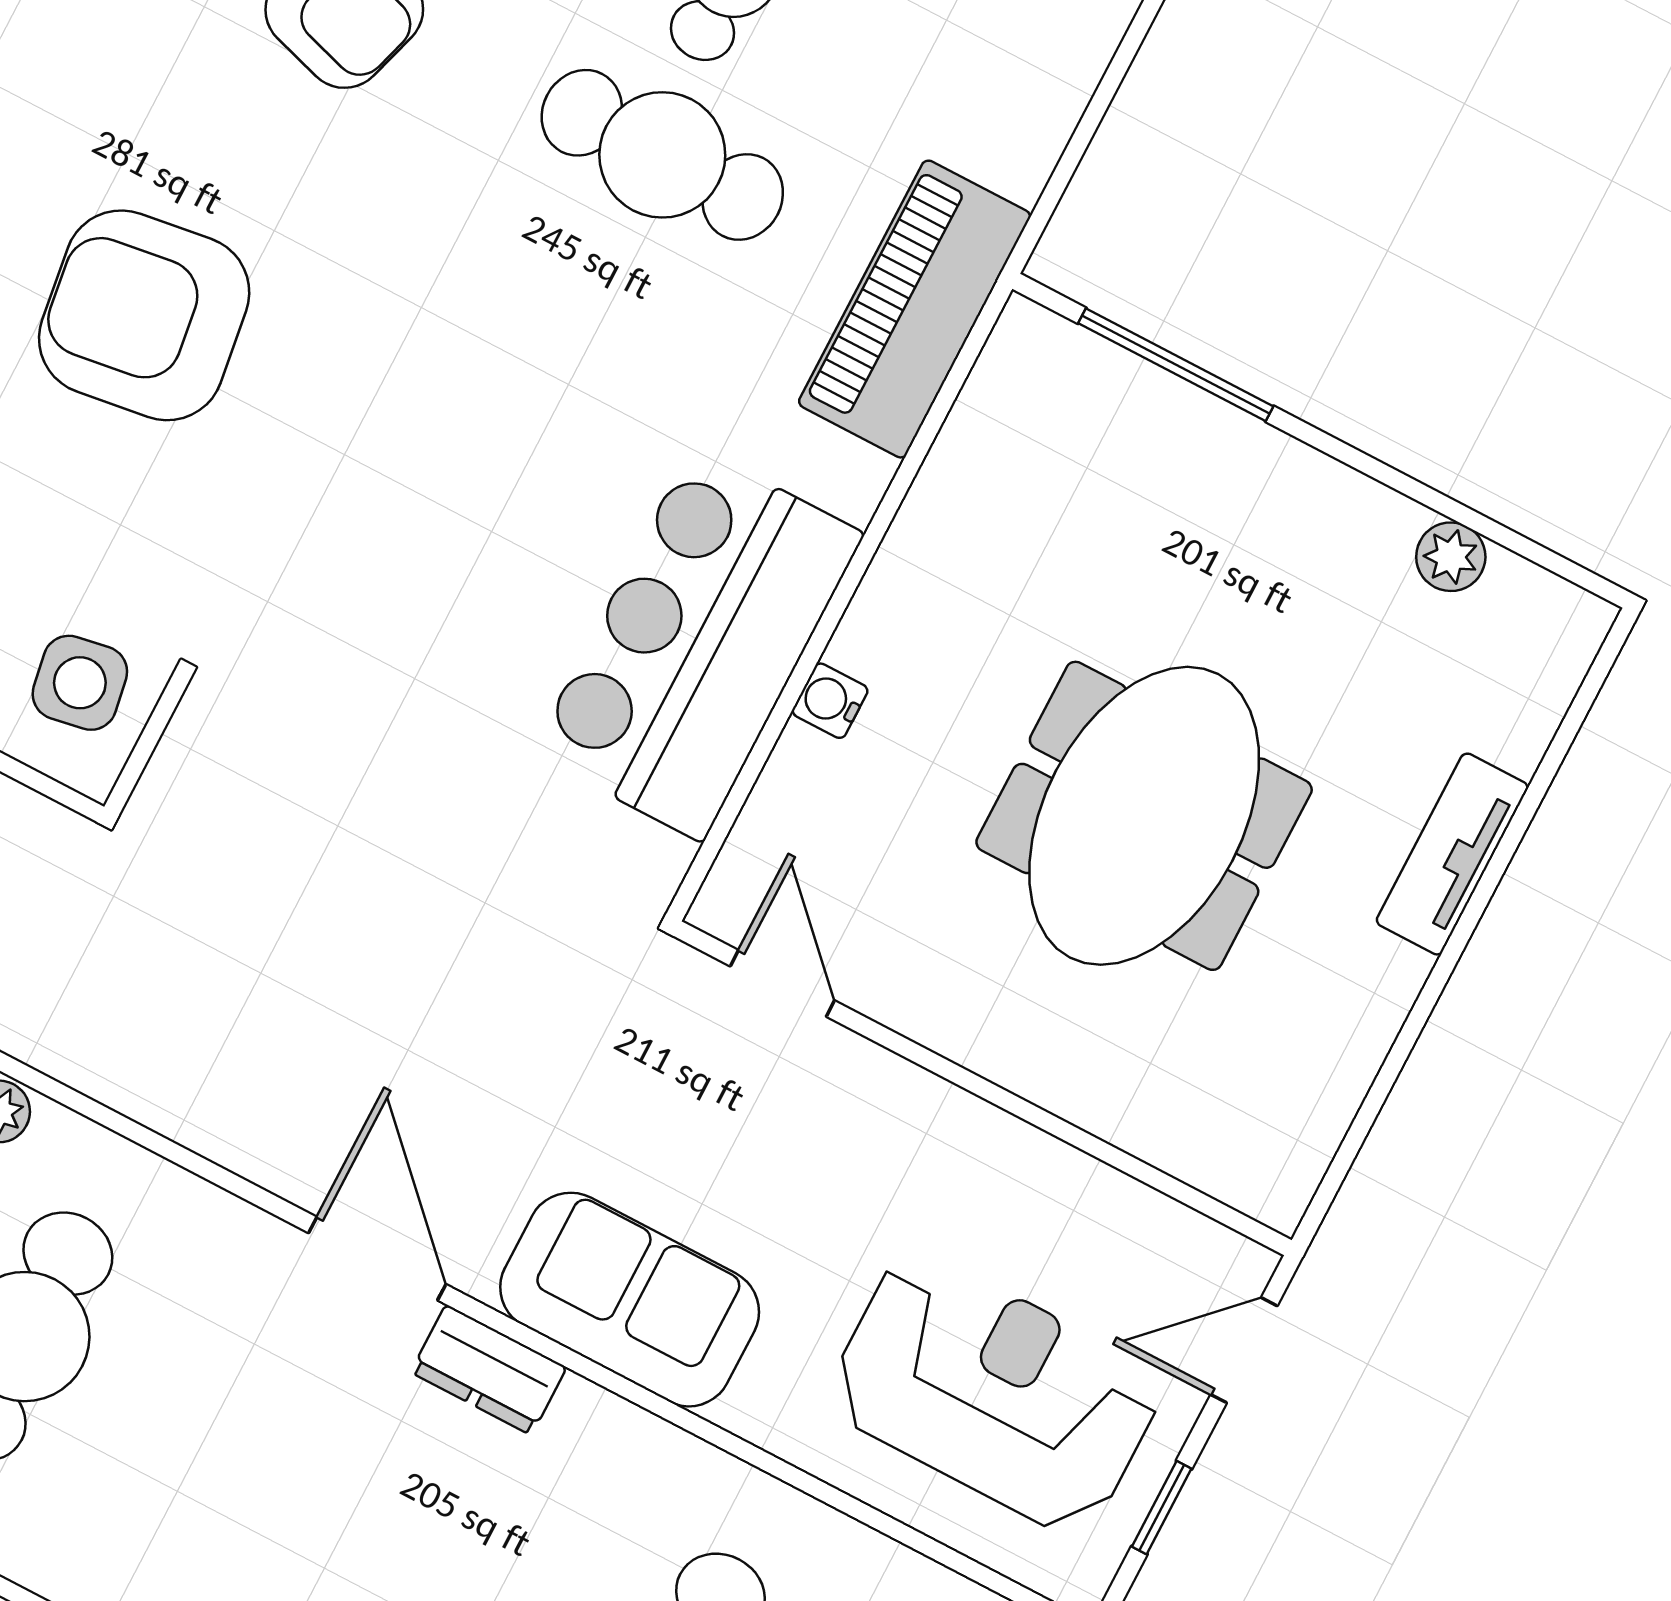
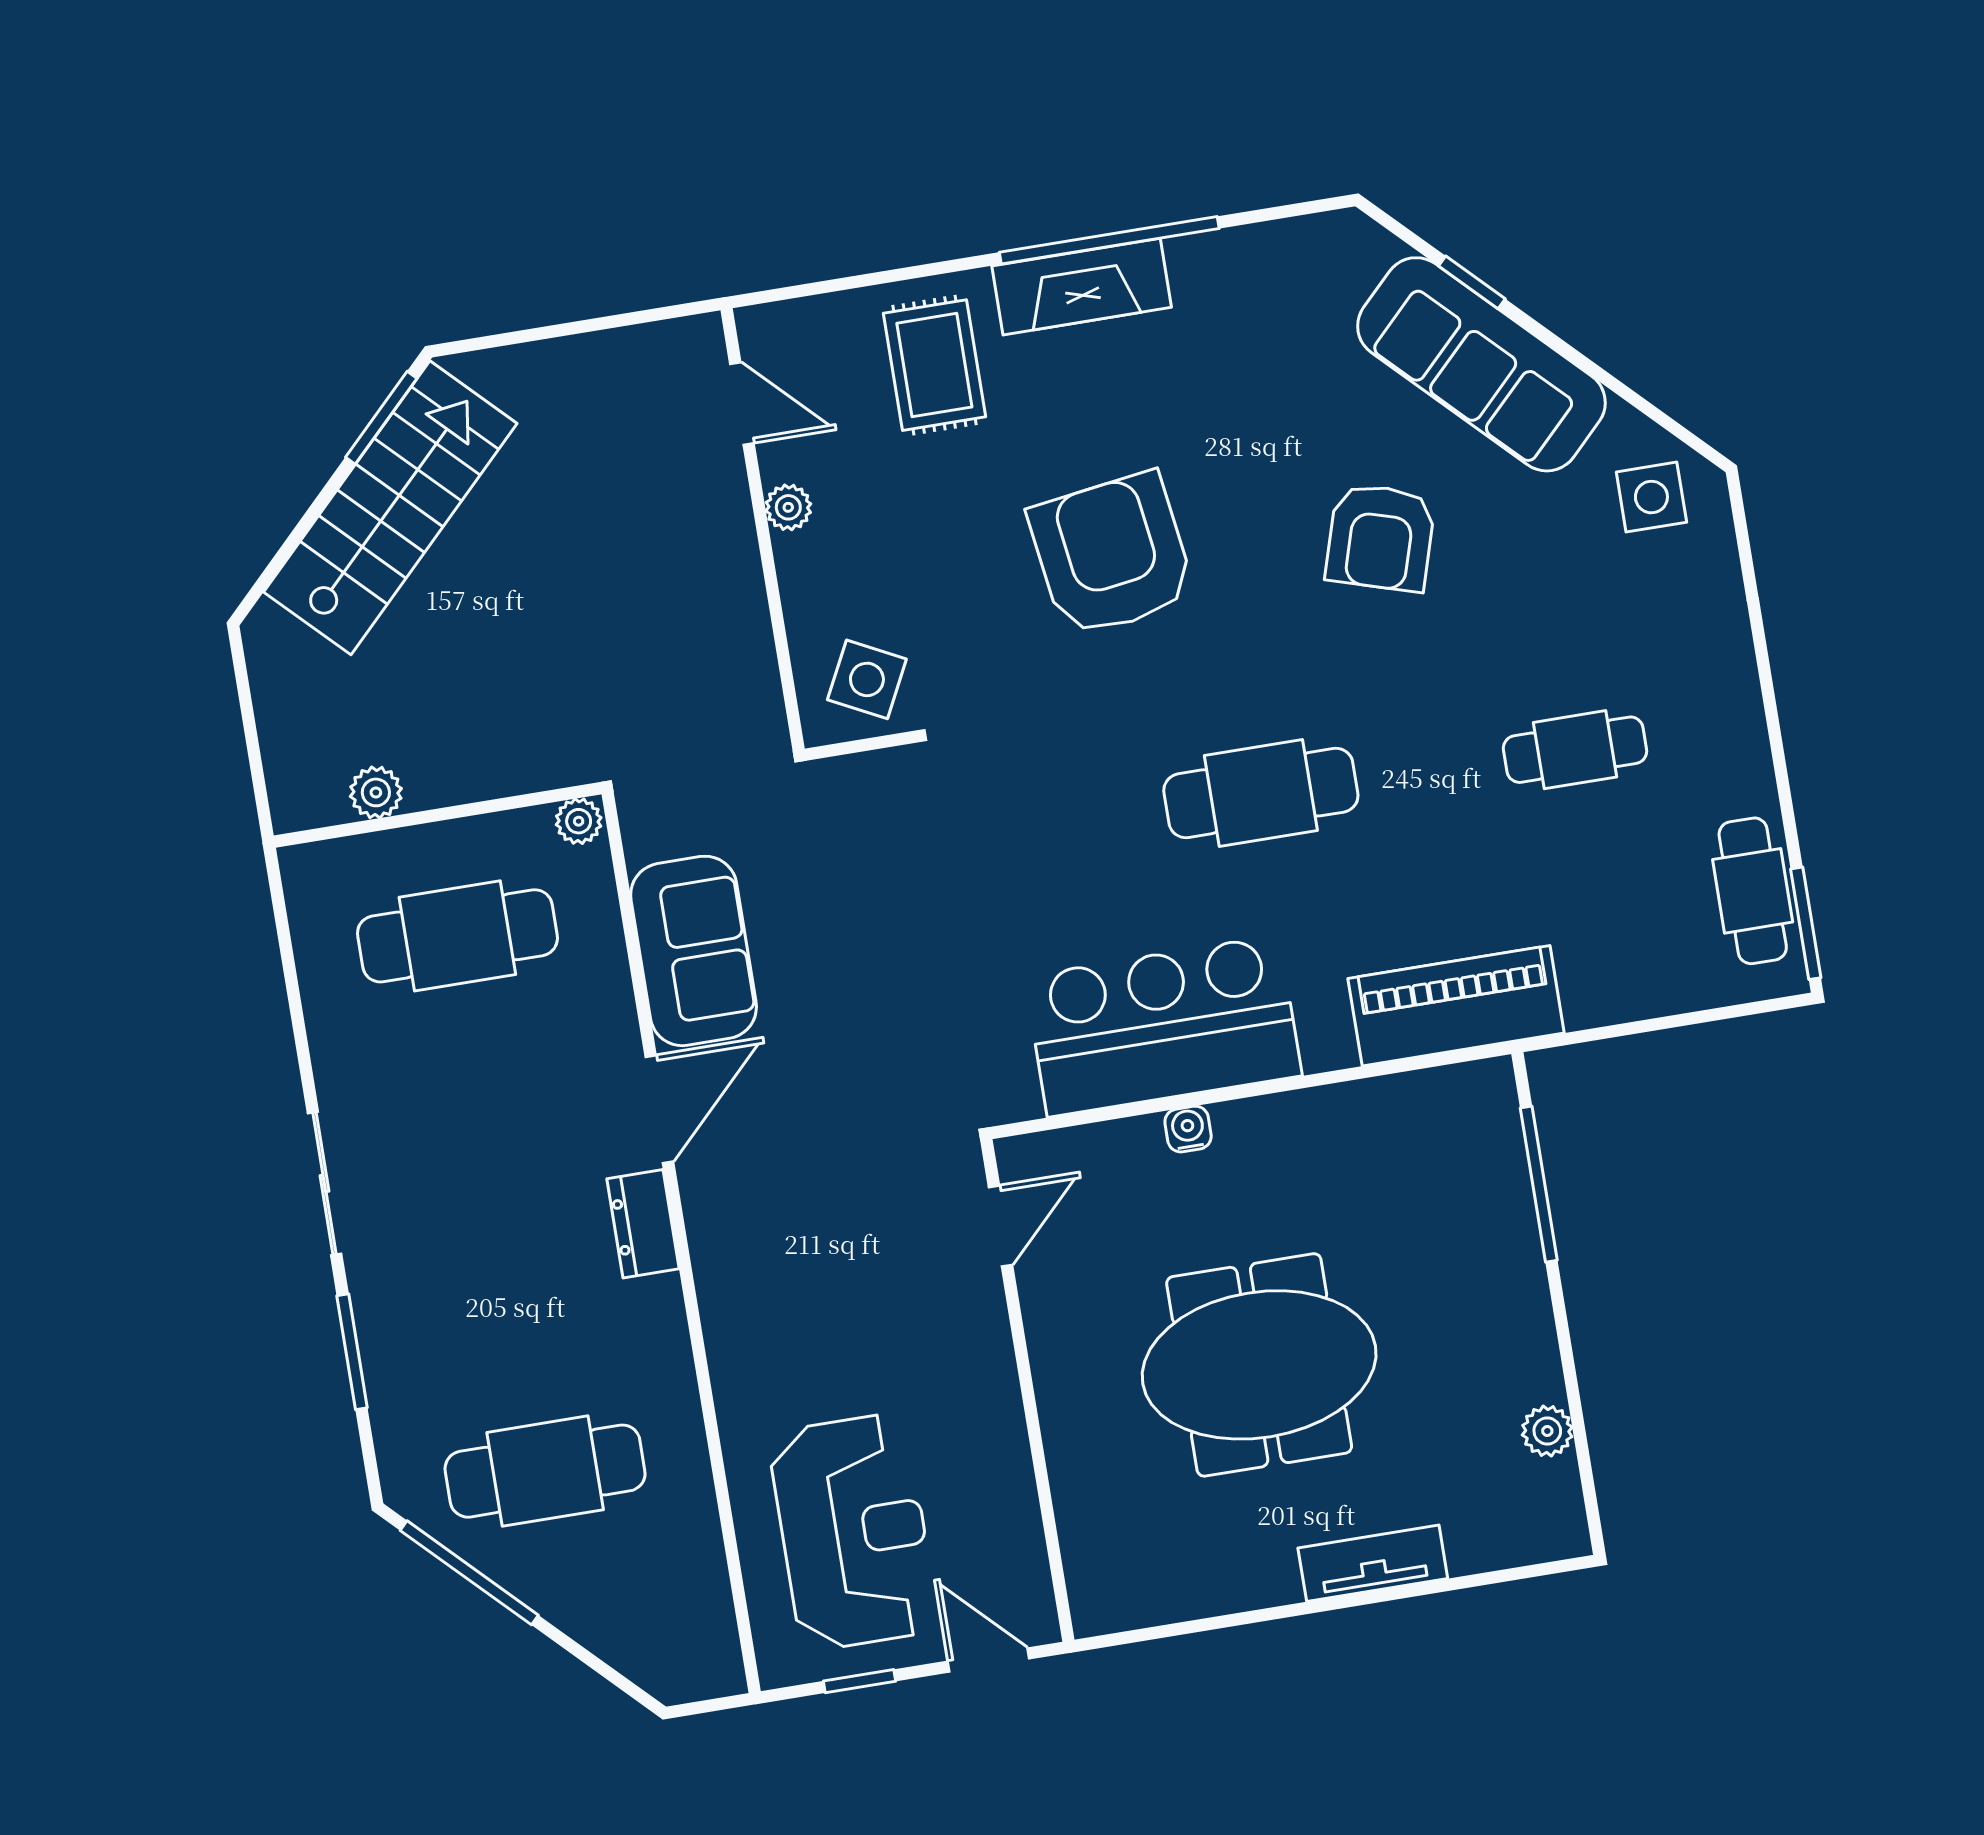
cafe table: (662, 155) -> (1261, 793), moved, turned 90
side table: (80, 683) -> (867, 679), turned 37
sofa: (630, 1300) -> (694, 951), moved

